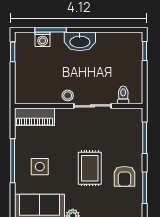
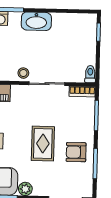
toilet: (123, 95) -> (90, 74), moved
bookcase: (129, 113) -> (82, 92), added
armchair: (124, 176) -> (76, 152), turned 90

